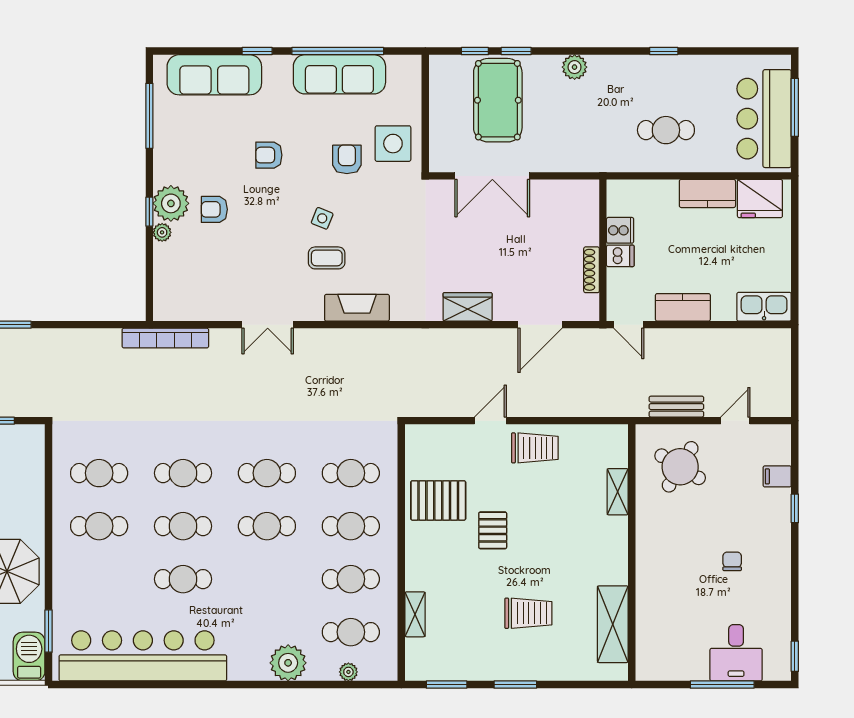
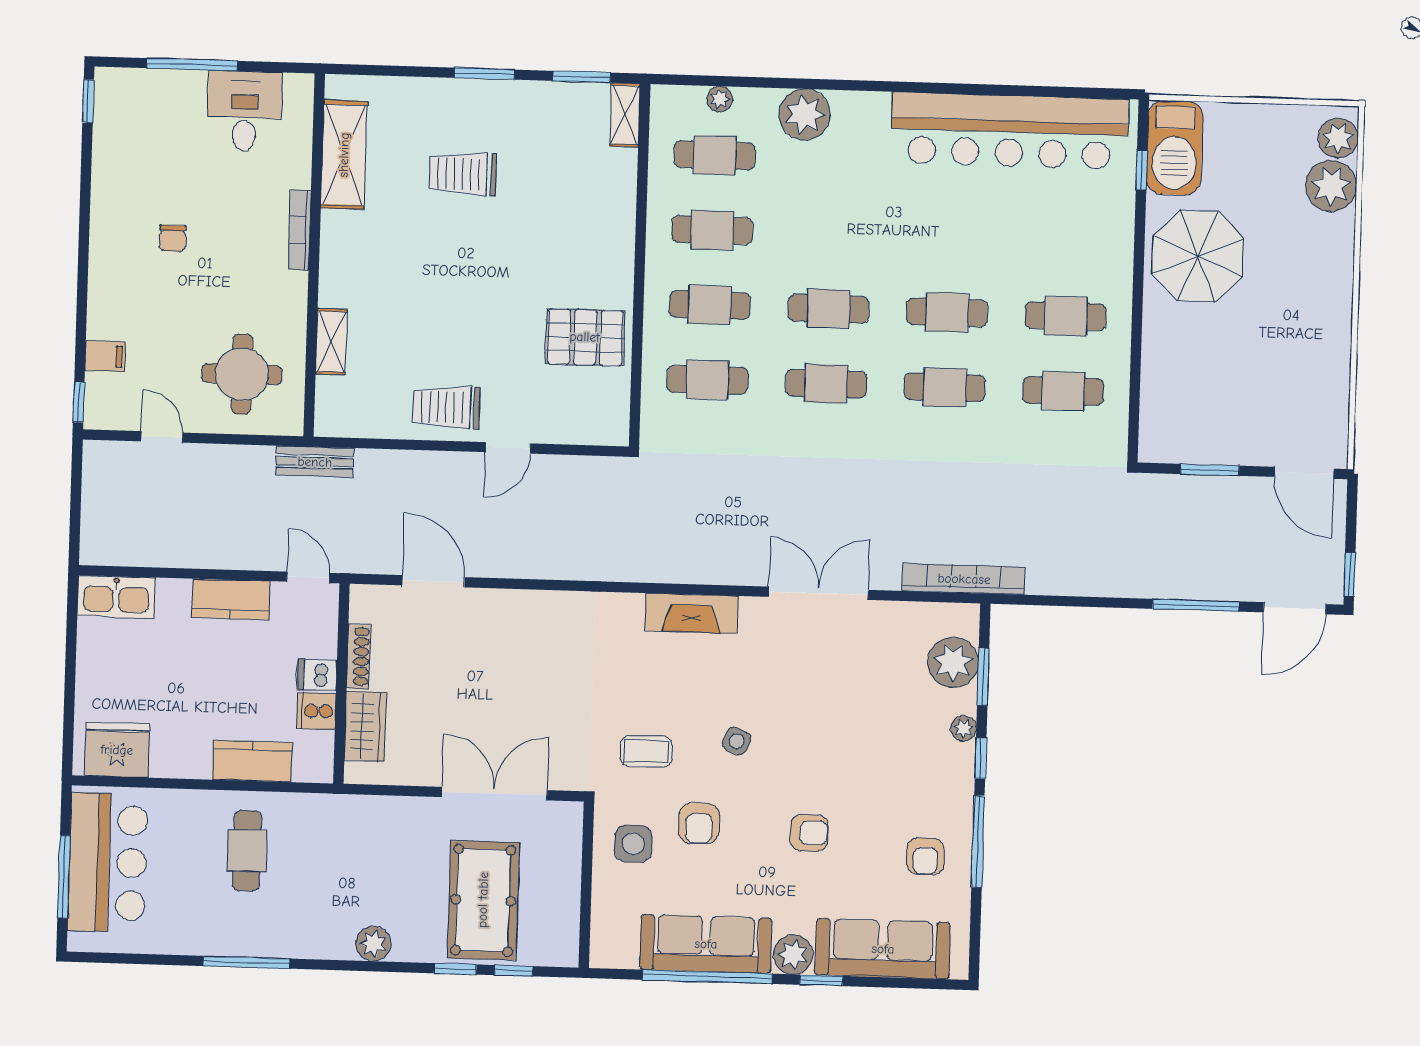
window: (664, 51) -> (247, 962), width x2.17
plant: (277, 69) -> (793, 955), added
window: (149, 116) -> (978, 842), moved
cafe table: (666, 130) -> (247, 851), turned 90
side table: (393, 144) -> (633, 844), width x0.73, depth x0.73
kitchen counter: (707, 193) -> (252, 761), moved
plant: (171, 203) -> (953, 662), moved
armchair: (214, 209) -> (926, 856), moved, turned 90
coffee table: (327, 258) -> (646, 751), moved
window: (149, 269) -> (983, 677), added
wardrobe: (468, 307) -> (365, 726), moved, turned -90
double door: (268, 325) -> (818, 593), width x1.37
door: (540, 325) -> (433, 581), hinge flipped
bench: (676, 407) -> (315, 462), moved
door: (735, 421) -> (162, 437), swing flipped
round table: (680, 467) -> (242, 374), turned -31
window: (795, 508) -> (79, 402), moved
pallet: (493, 530) -> (510, 293), removed
bookcase: (643, 570) -> (300, 230), added
cafe table: (183, 579) -> (949, 238), removed
shelving: (415, 614) -> (625, 115), moved
window: (49, 631) -> (1142, 170), width x0.67
desk: (736, 653) -> (245, 111), moved
barbecue: (29, 657) -> (1175, 148), width x1.37, depth x1.21

